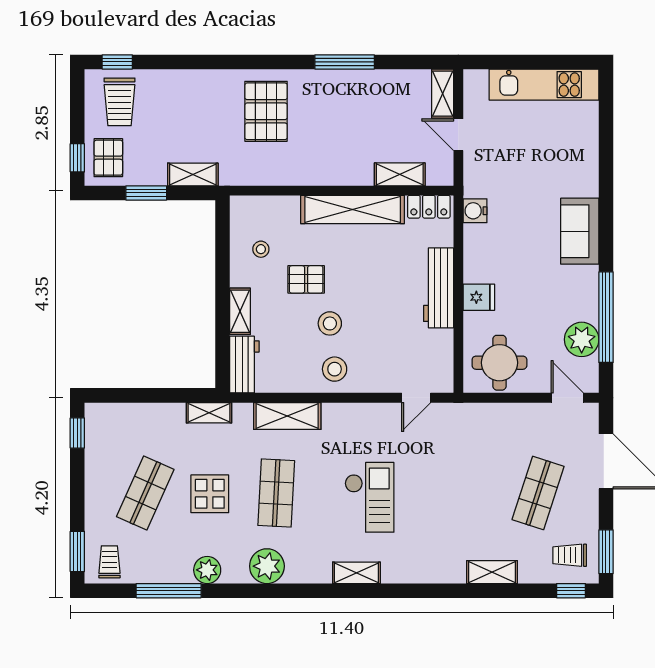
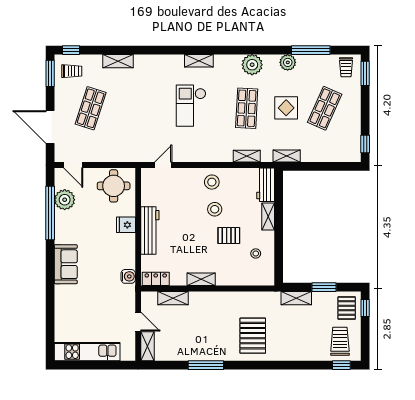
shelving: (353, 209) -> (201, 279), width x0.45, depth x0.75
shelving: (287, 416) -> (247, 156), width x0.67, depth x0.75

